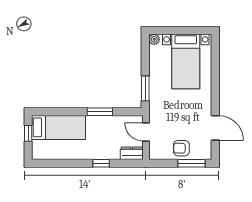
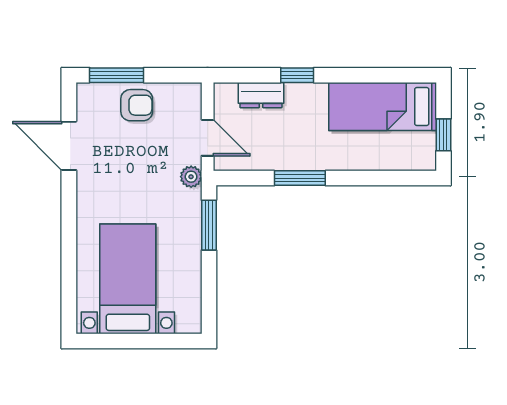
plant: (154, 39) -> (191, 177), moved
bed: (59, 127) -> (383, 106), moved
dresser: (132, 153) -> (261, 95), moved

